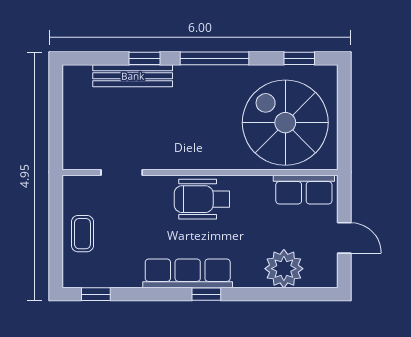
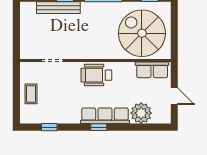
row of seats: (188, 273) -> (105, 116), moved
window: (96, 294) -> (49, 127), moved

